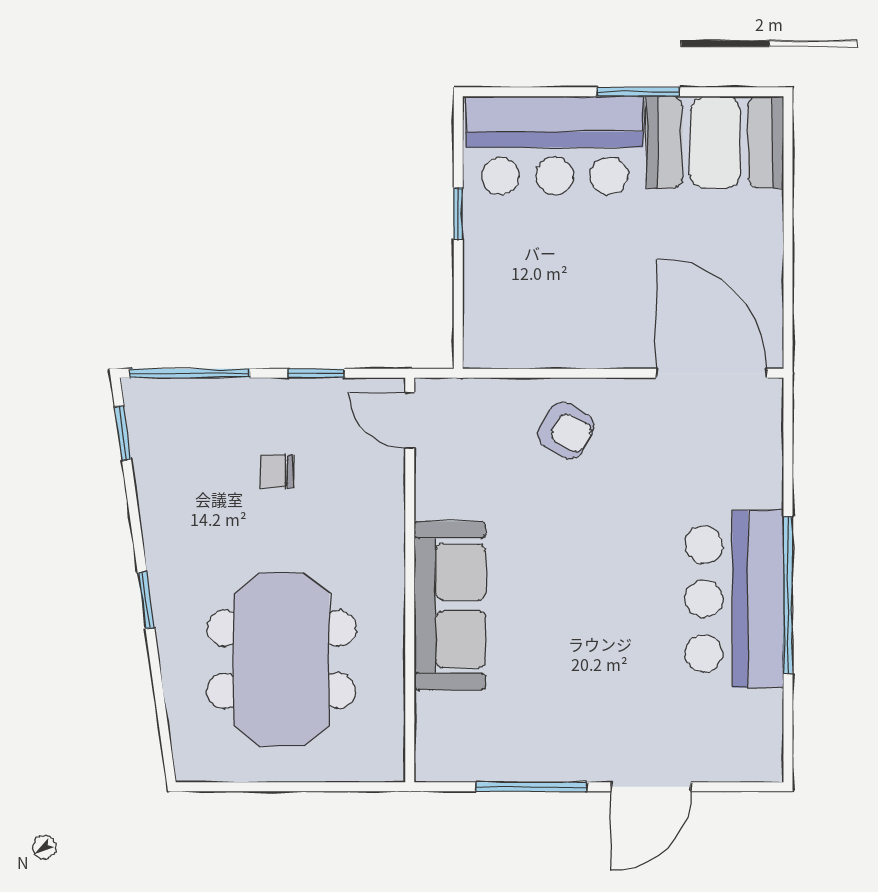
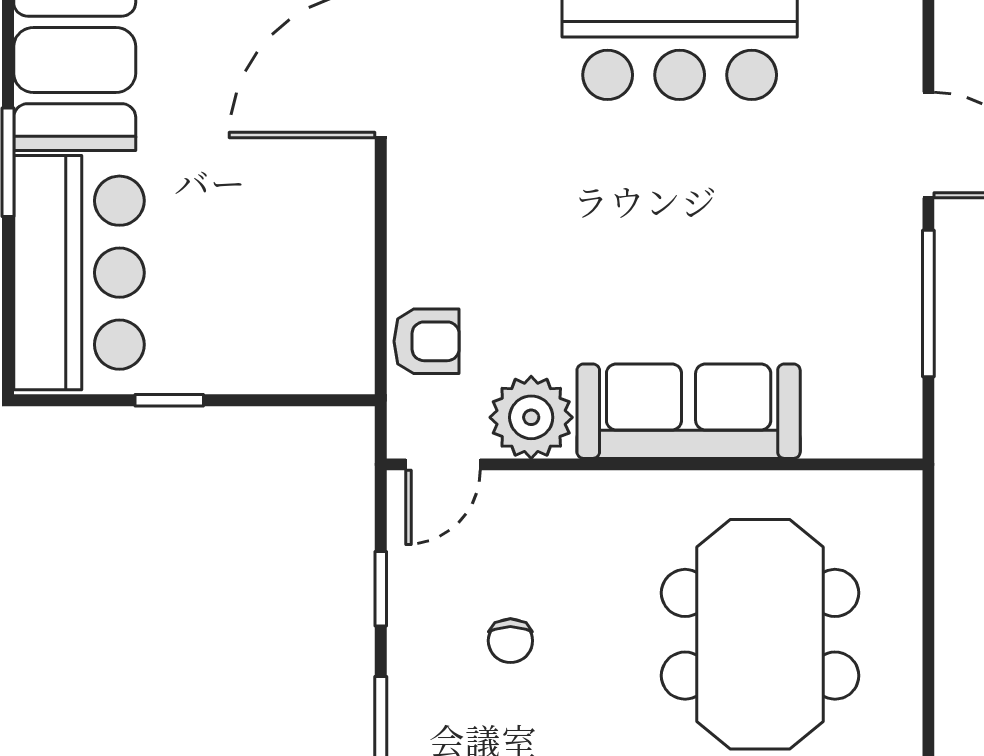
armchair: (566, 430) -> (426, 341), moved, turned 61
plant: (445, 487) -> (531, 417), added
meeting table: (282, 660) -> (760, 634), turned 90

